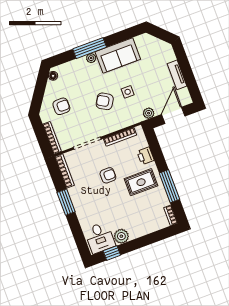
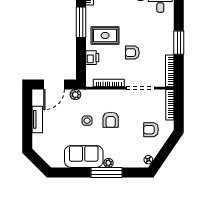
armchair: (105, 101) -> (111, 120), turned 59

